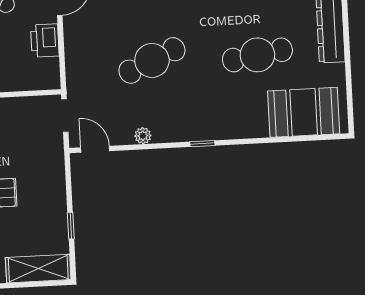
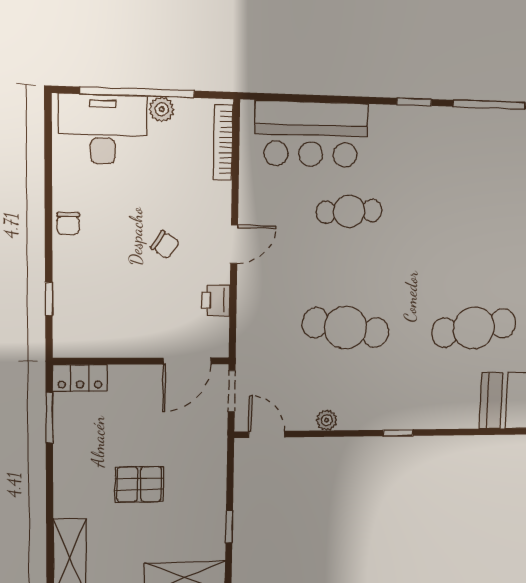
printer: (45, 41) -> (216, 300), width x0.73, depth x0.81
cafe table: (152, 60) -> (345, 328), turned 33
door: (29, 93) -> (187, 361), added

